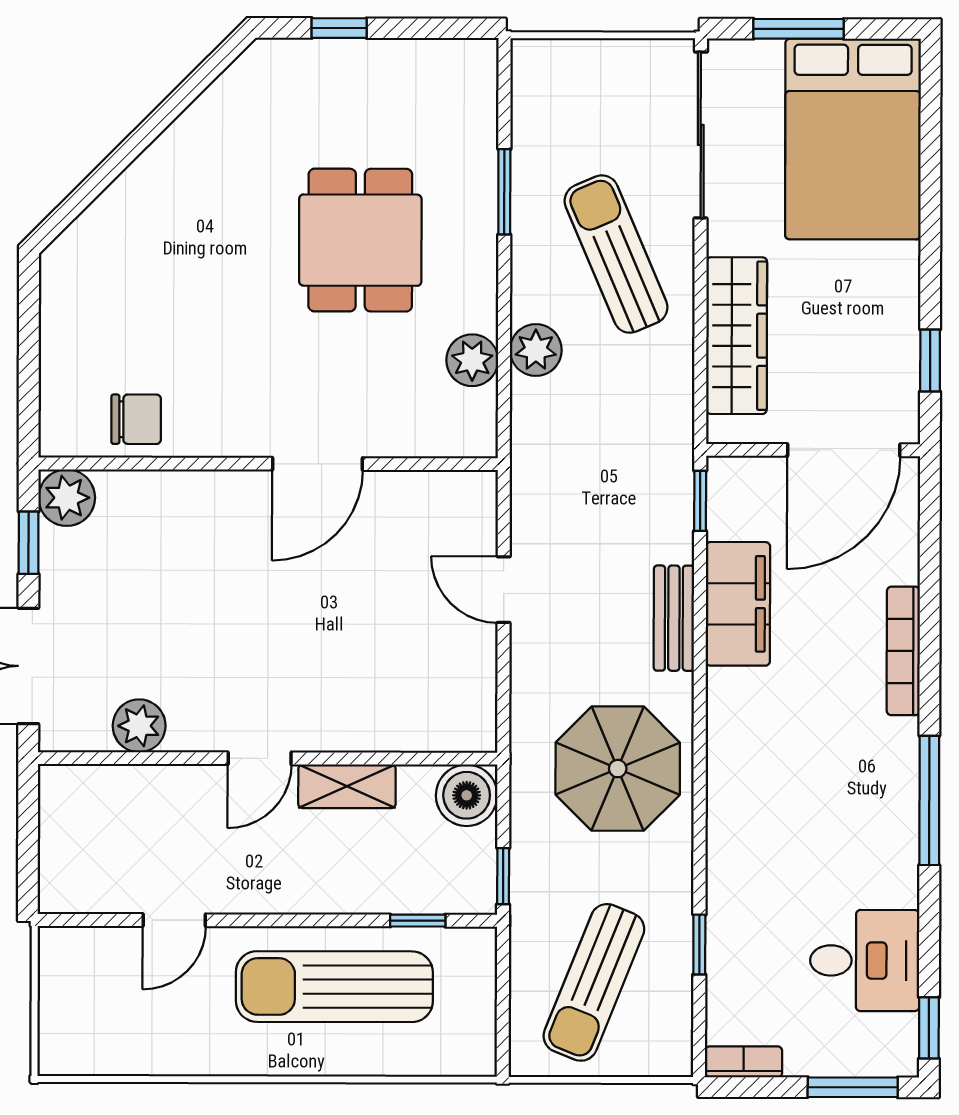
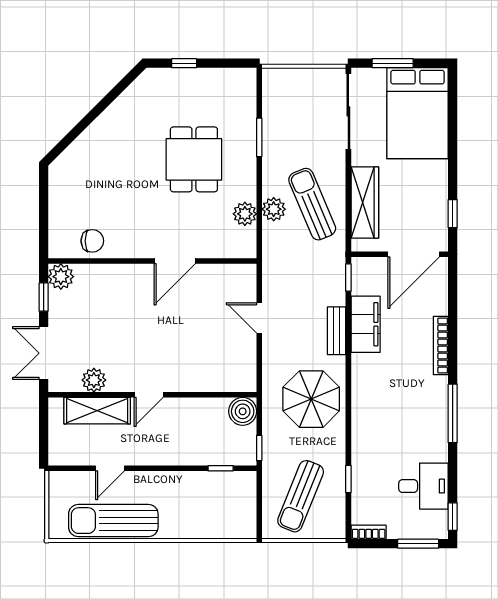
sun lounger: (616, 254) -> (312, 204), moved
shelving: (347, 786) -> (97, 411), moved, width x1.50, depth x1.33
sun lounger: (334, 987) -> (113, 521), moved

